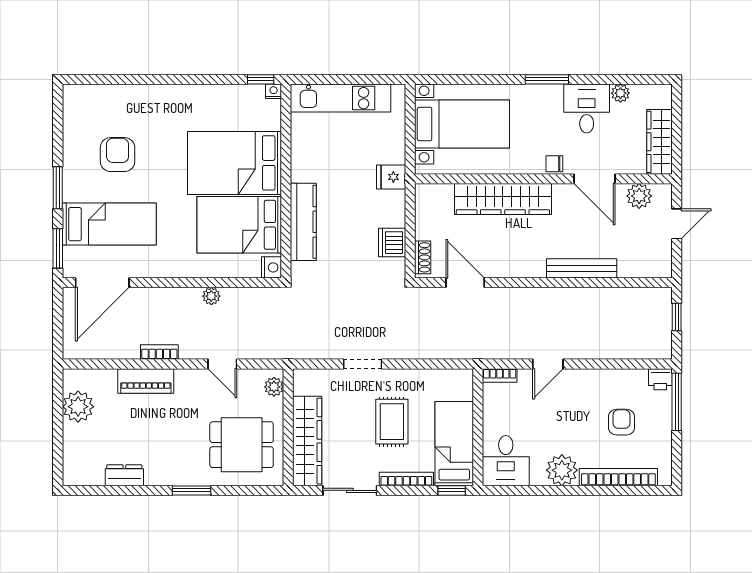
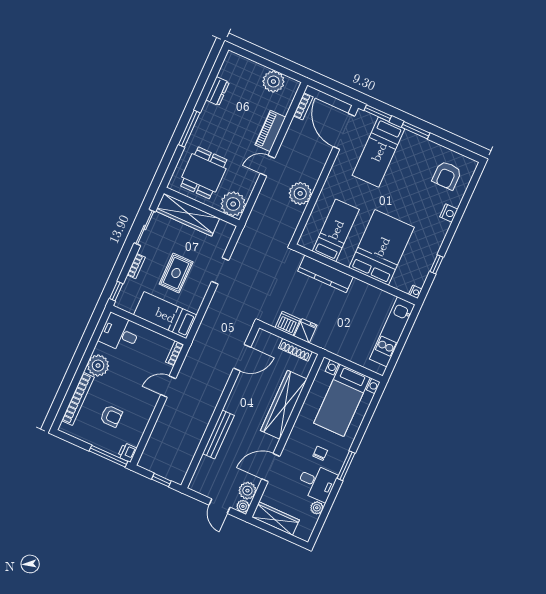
window: (261, 79) -> (436, 264), moved
armchair: (118, 155) -> (447, 175), moved, turned 90
chair: (554, 164) -> (320, 453), moved
fridge: (391, 177) -> (306, 331), moved
plant: (663, 193) -> (243, 506), added
bed: (239, 225) -> (336, 230), width x0.67
shoe rack: (423, 257) -> (295, 350), moved, width x1.43
nightstand: (271, 267) -> (449, 213), moved, turned -90
plant: (211, 296) -> (300, 193), width x1.88, depth x1.88
bookcase: (159, 352) -> (303, 106), moved
door: (222, 364) -> (267, 166), moved
door: (548, 364) -> (168, 387), hinge flipped
plant: (274, 387) -> (233, 204), width x1.88, depth x1.88
rug: (392, 422) -> (176, 273), turned 90
bed: (454, 444) -> (165, 315), moved, turned 180
bookcase: (406, 479) -> (136, 266), width x0.64
window: (191, 490) -> (189, 129), width x1.44

